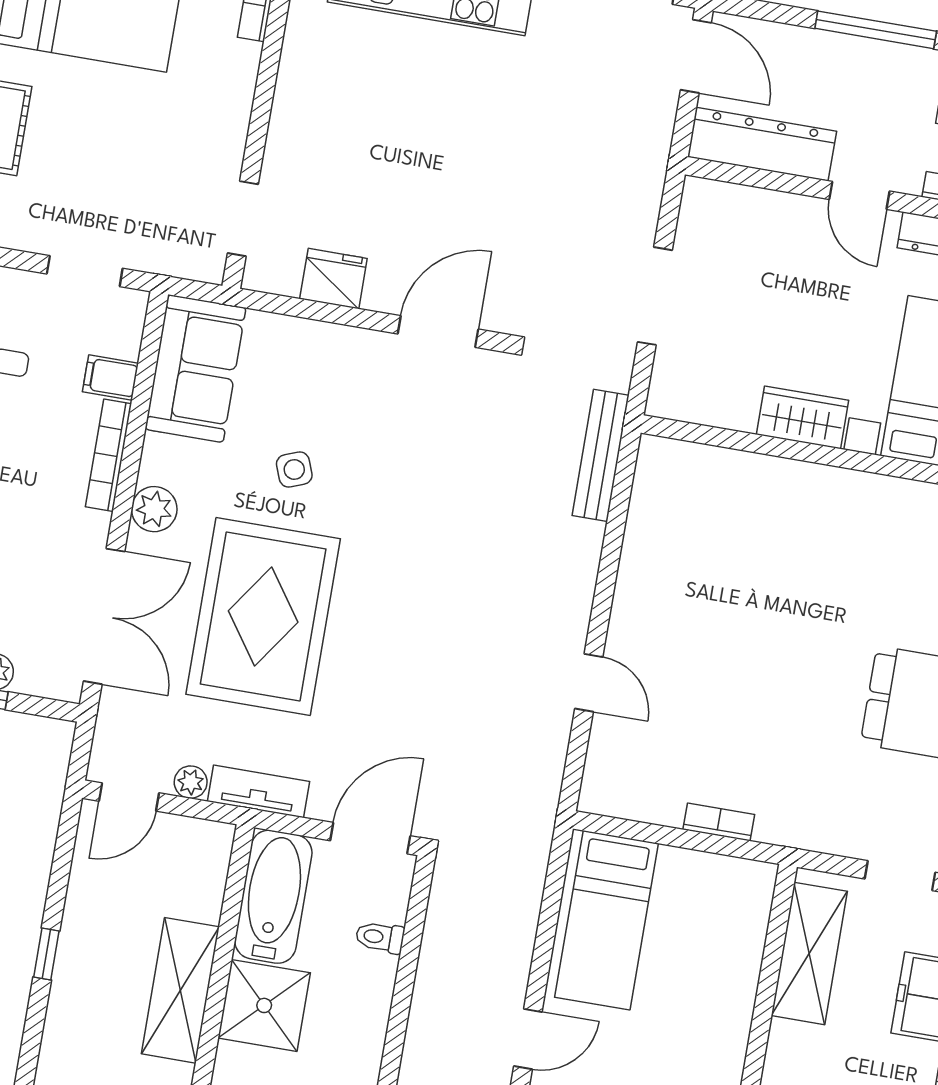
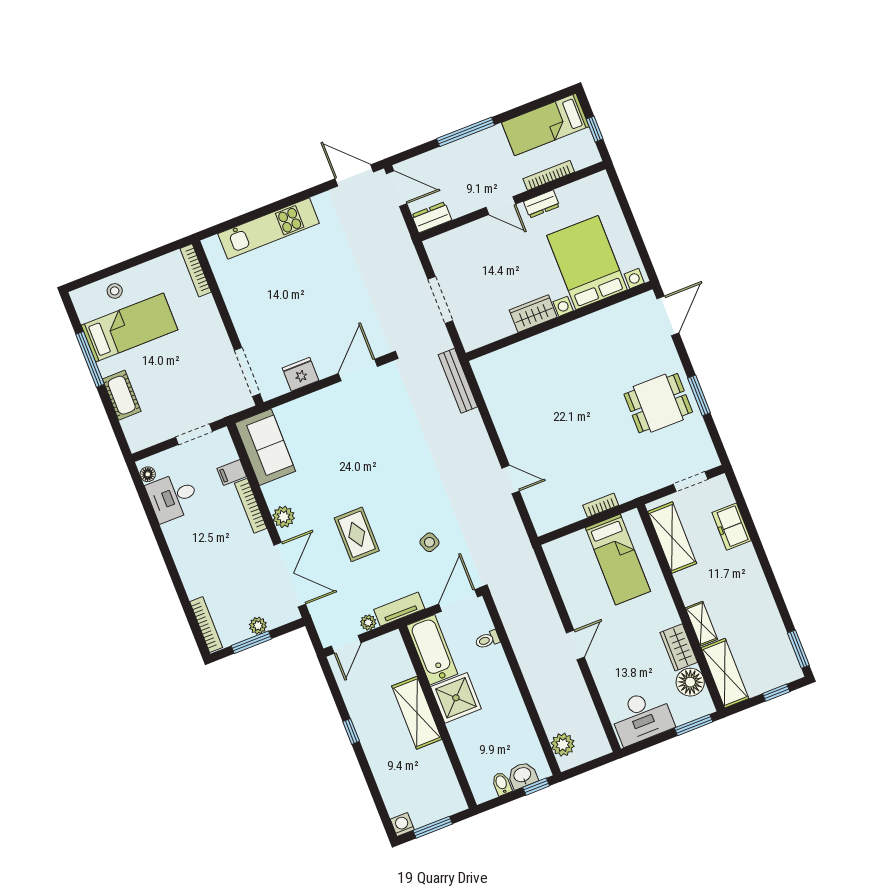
dresser: (762, 144) -> (432, 217), width x0.51, depth x0.80
doorway: (243, 219) -> (247, 372), width x1.38
side table: (294, 470) -> (429, 542), moved
rug: (263, 617) -> (357, 534), width x0.54, depth x0.49
bed: (607, 920) -> (618, 560), moved

